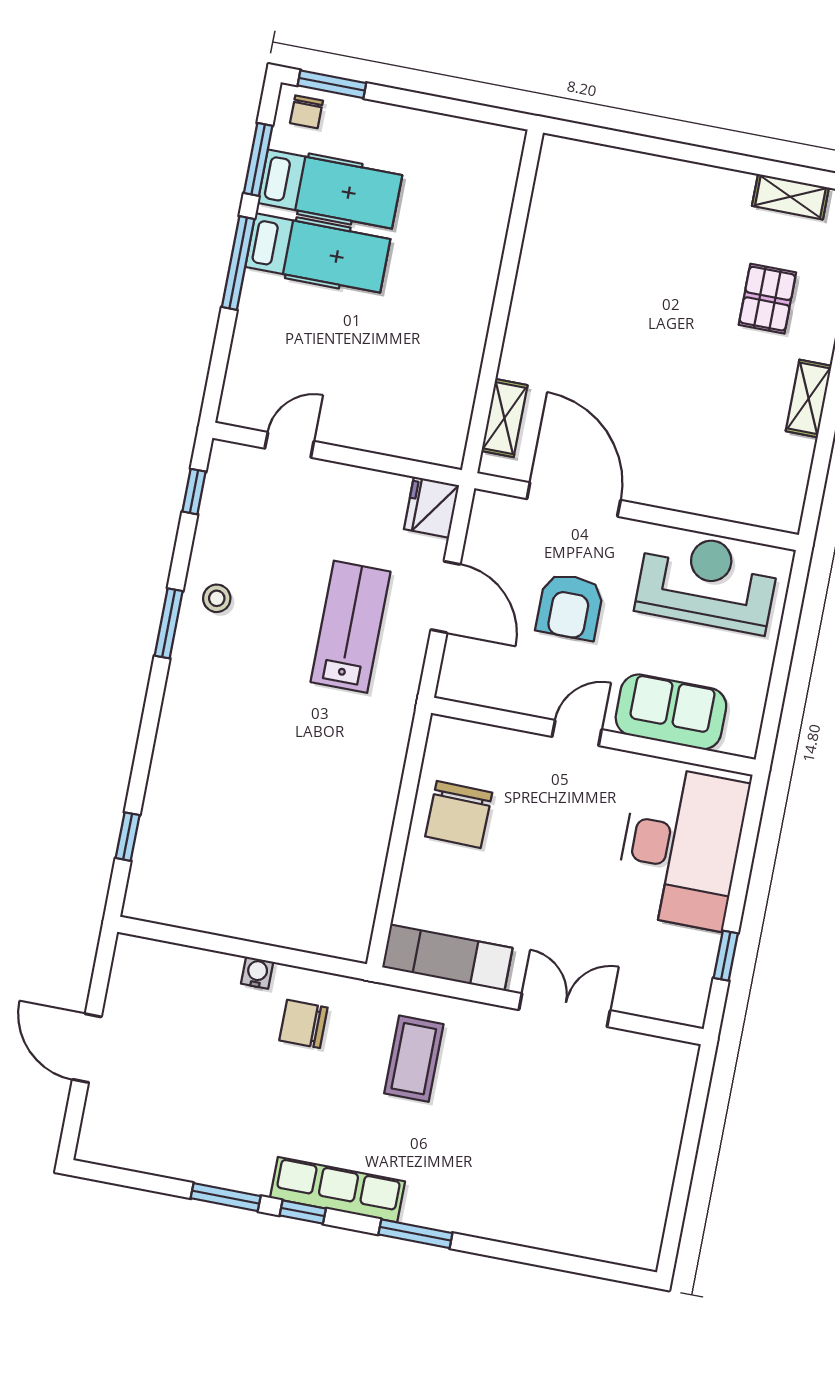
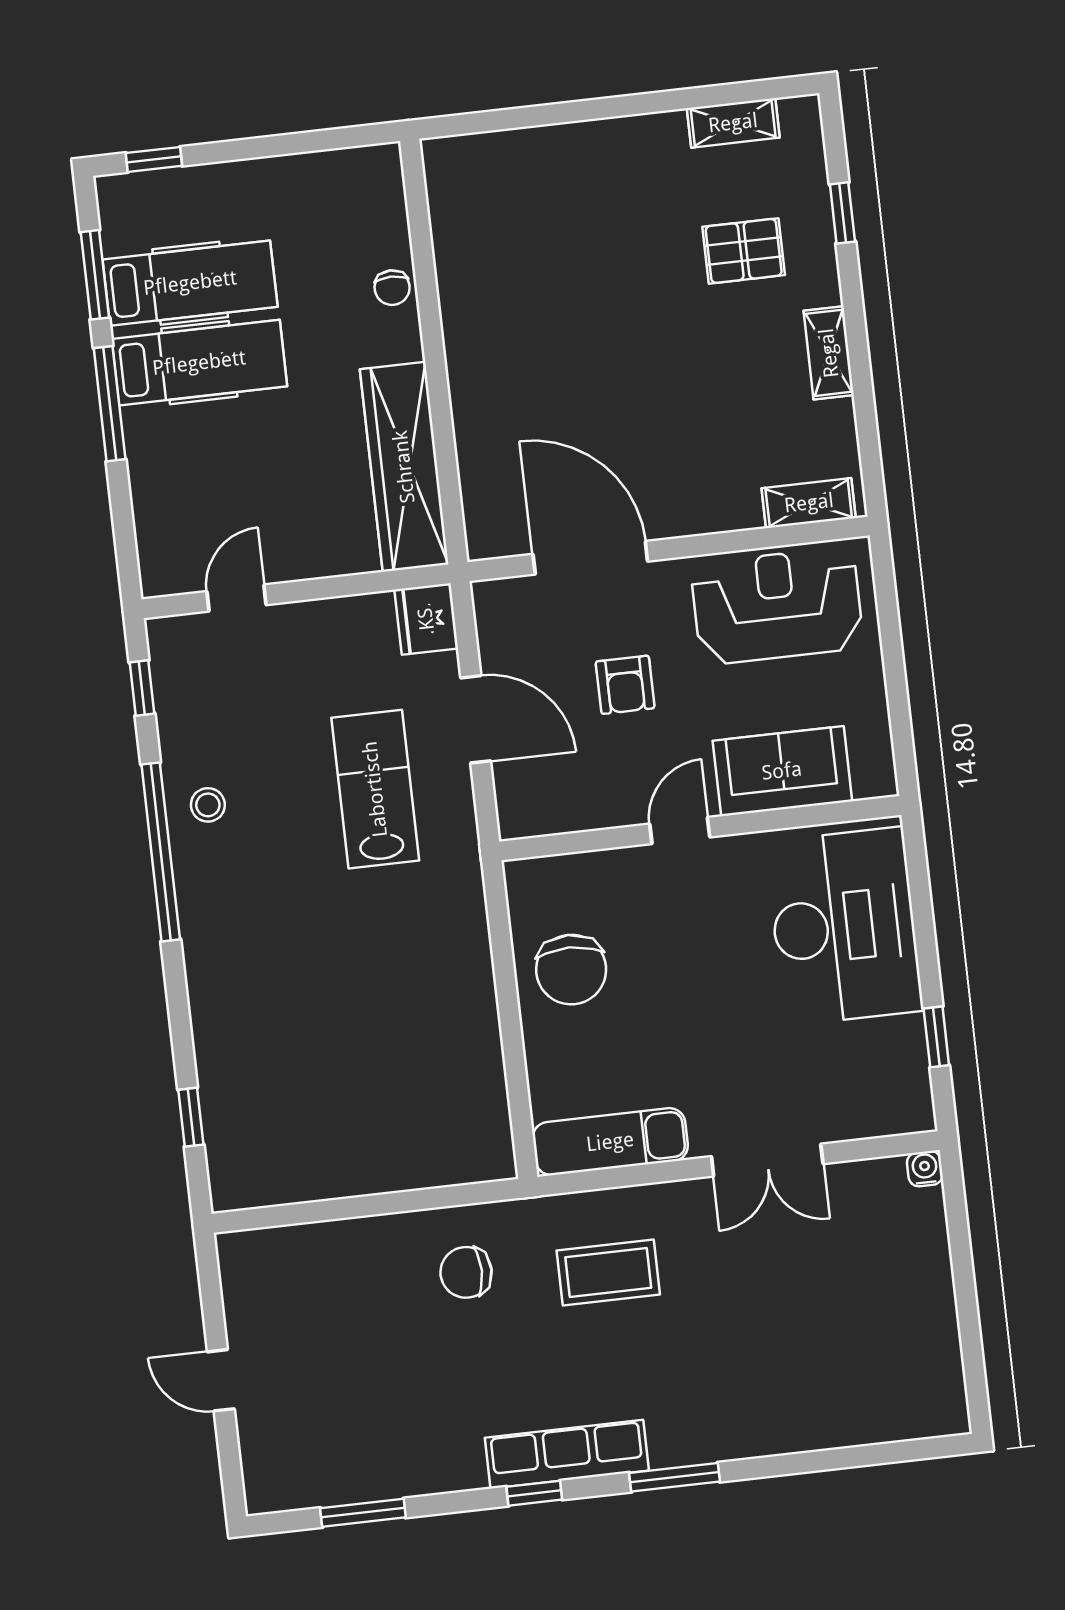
window: (332, 84) -> (154, 159), width x0.67
chair: (306, 112) -> (392, 288), moved
pallet: (767, 299) -> (744, 251), turned 90
wardrobe: (451, 384) -> (404, 467), added
shelving: (504, 418) -> (809, 503), moved, turned 90
armchair: (570, 607) -> (625, 685), width x0.72, depth x0.72
window: (169, 623) -> (161, 852), width x2.11
water cooler: (257, 973) -> (925, 1169), moved
double door: (565, 1010) -> (767, 1160), swing flipped
door: (87, 1048) -> (221, 1380), width x0.73
coffee table: (414, 1059) -> (608, 1273), turned 90
window: (226, 1197) -> (363, 1513), moved

